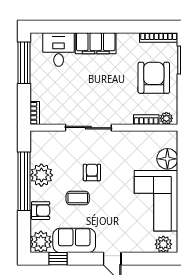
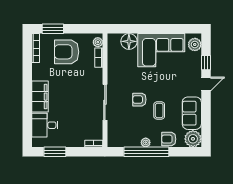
window: (24, 63) -> (55, 152), width x0.69
plant: (41, 175) -> (146, 142), width x0.53, depth x0.53
armchair: (41, 211) -> (169, 139), turned -90
window: (58, 259) -> (206, 63), moved

